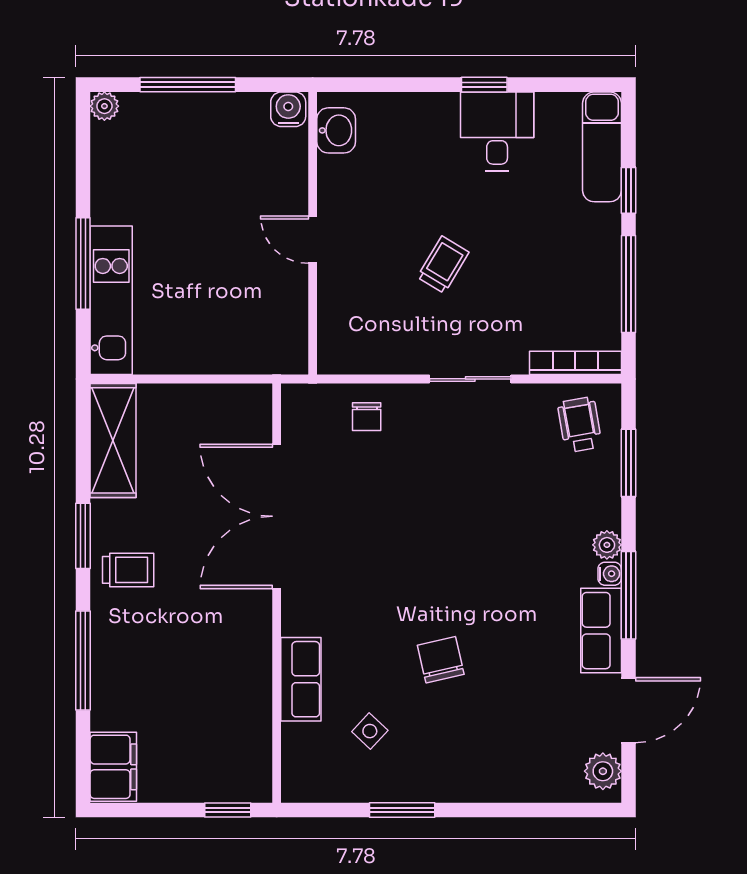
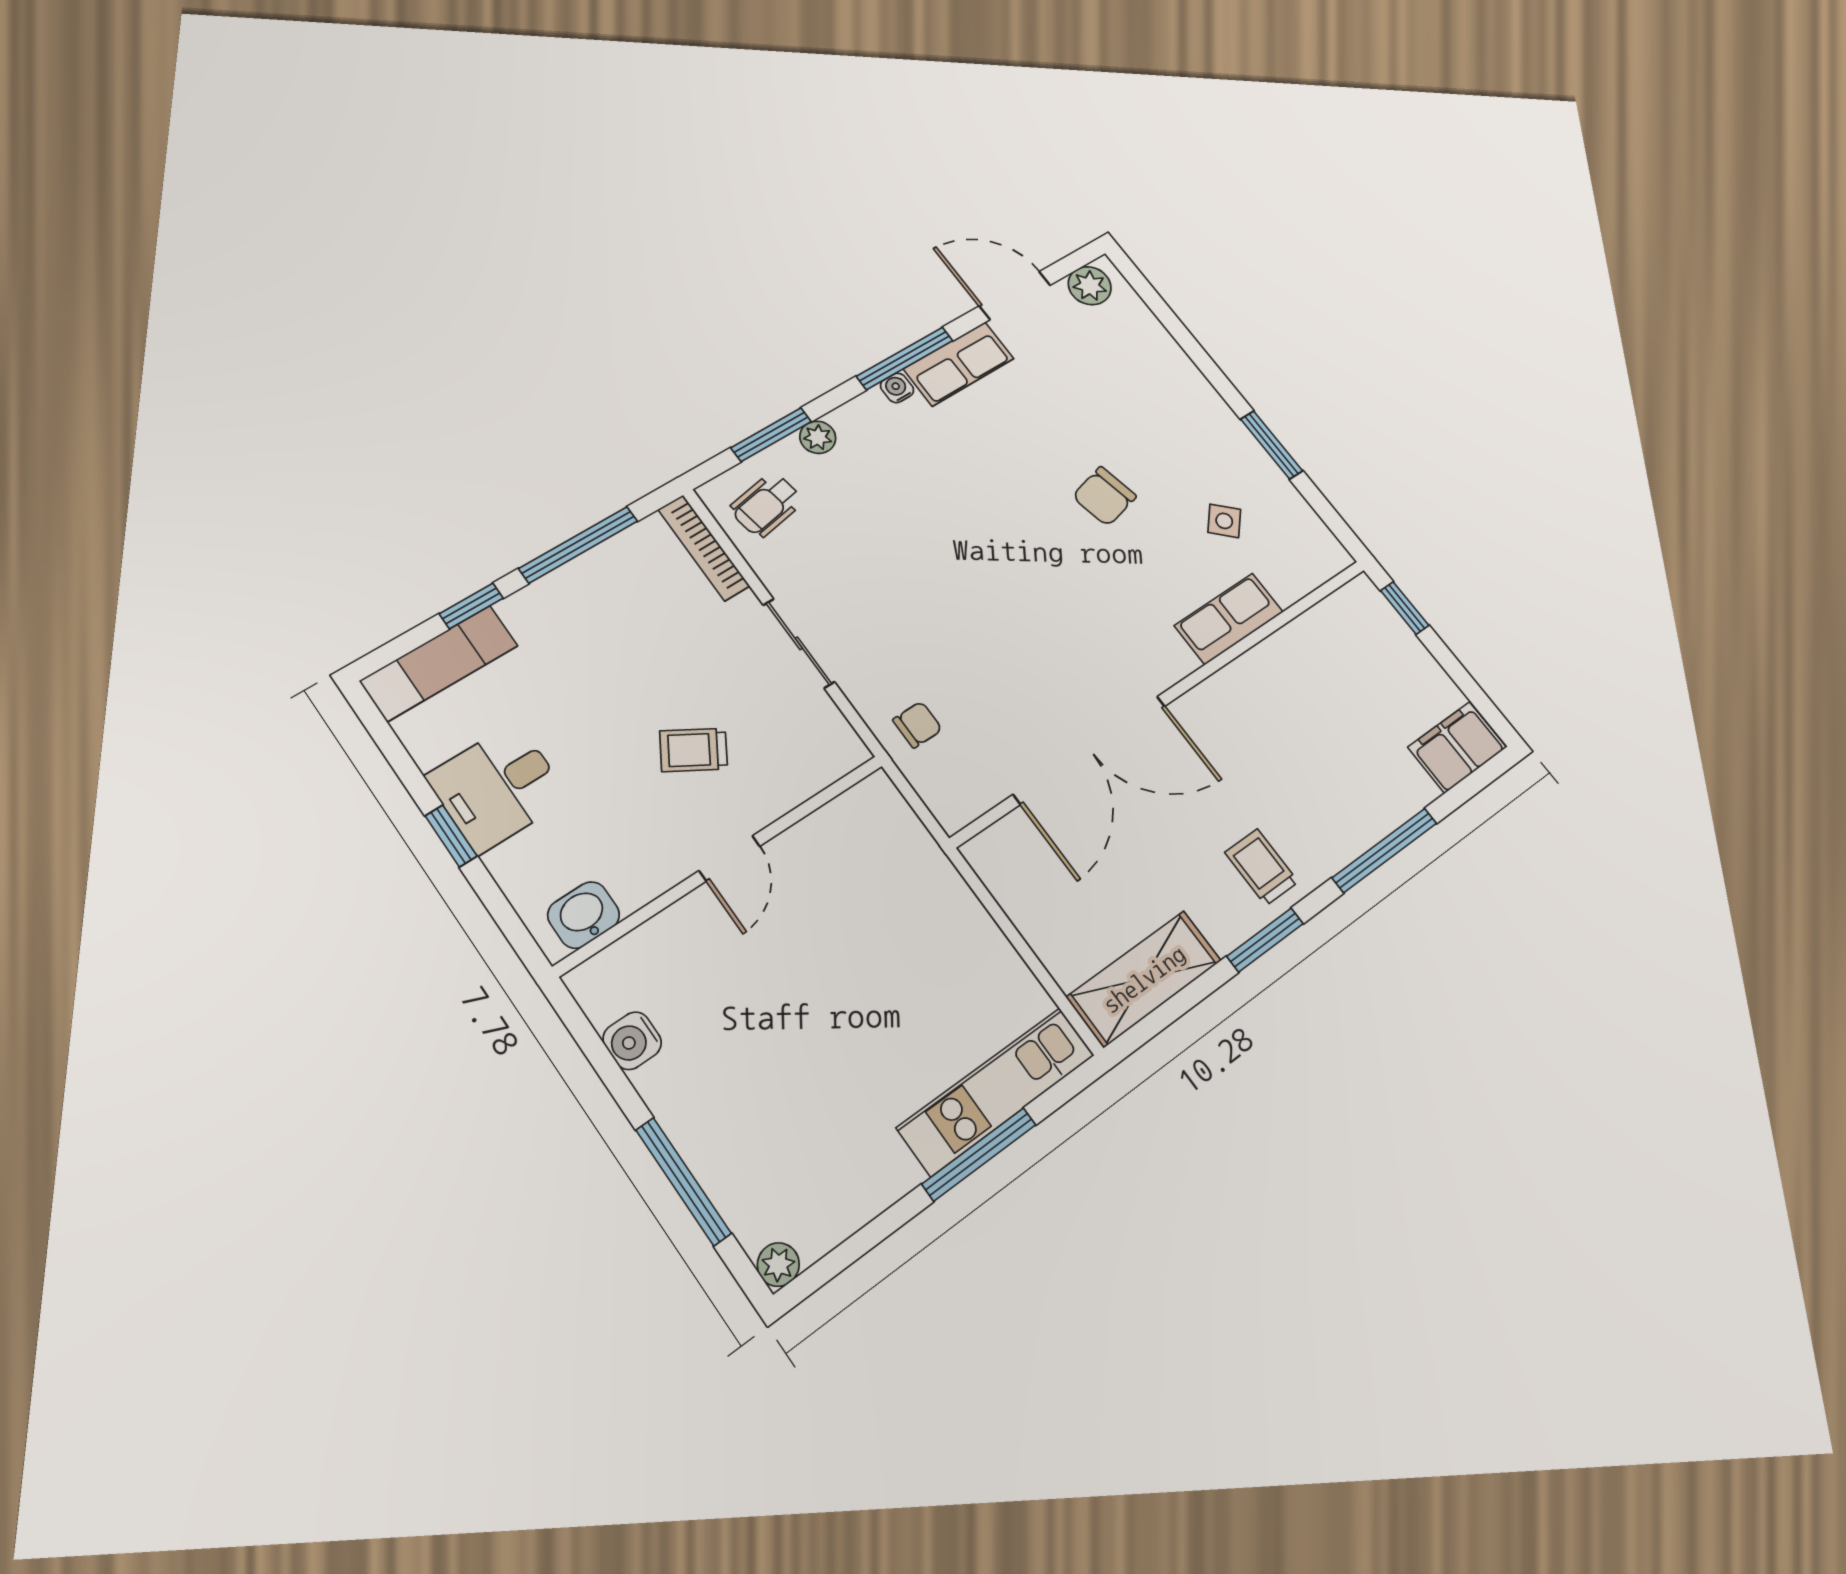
washbasin: (336, 130) -> (584, 915), moved
wall: (313, 233) -> (722, 863), moved
door: (313, 240) -> (729, 858), moved
plant: (607, 545) -> (818, 437), moved

